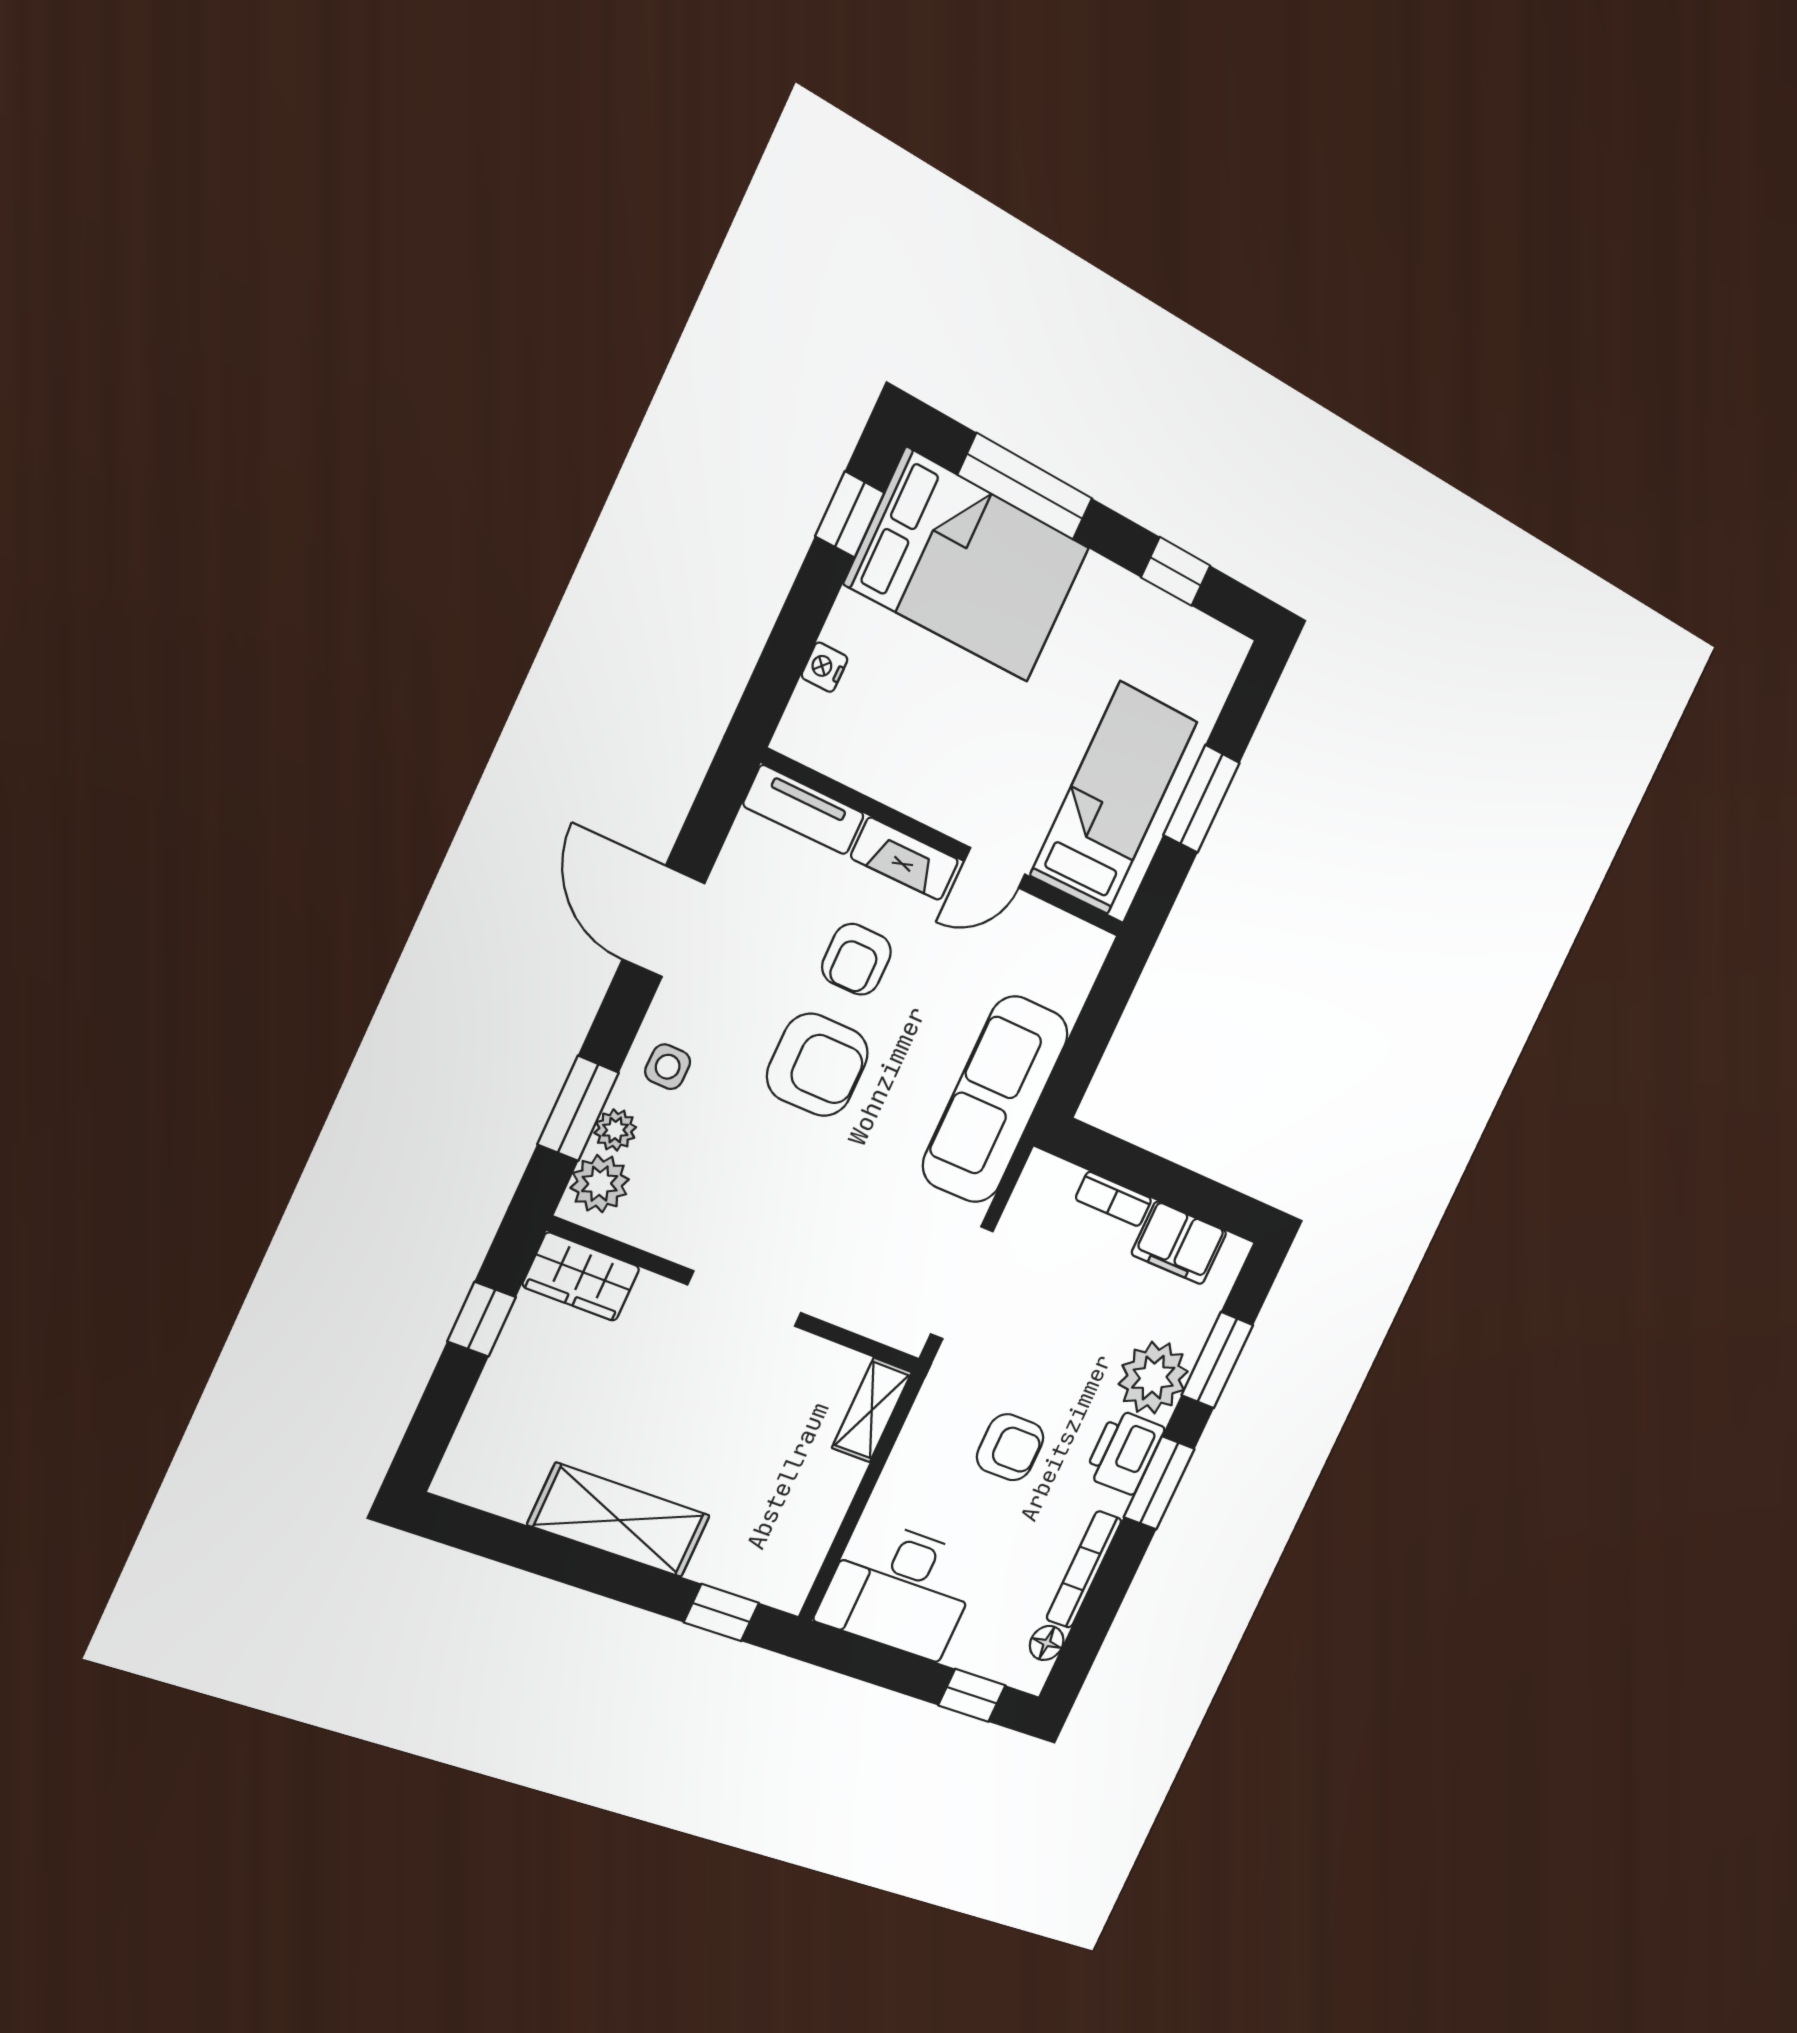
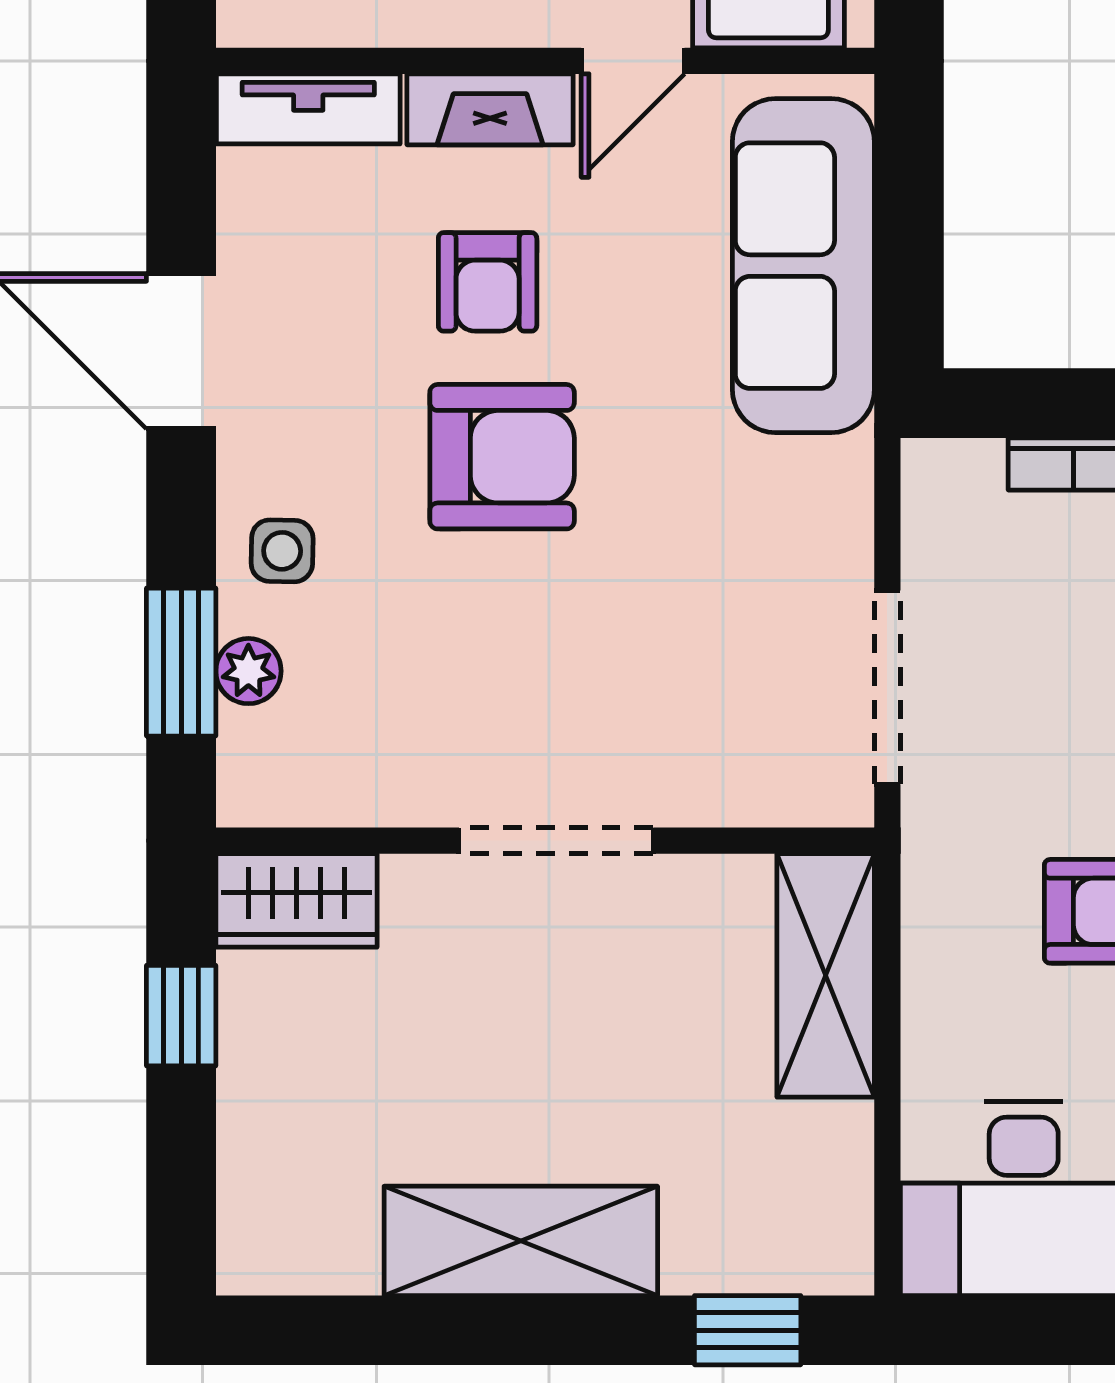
sofa: (995, 1100) -> (803, 266), moved
plant: (600, 1184) -> (261, 756), removed
shelving: (872, 1410) -> (826, 975), width x1.50, depth x1.33

